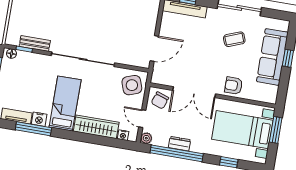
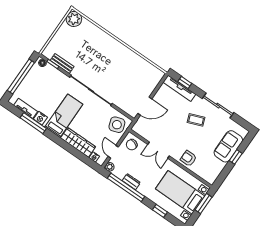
coffee table: (234, 39) -> (196, 120), moved
sofa: (272, 57) -> (228, 146), width x0.73
double door: (194, 92) -> (158, 150), width x0.73

